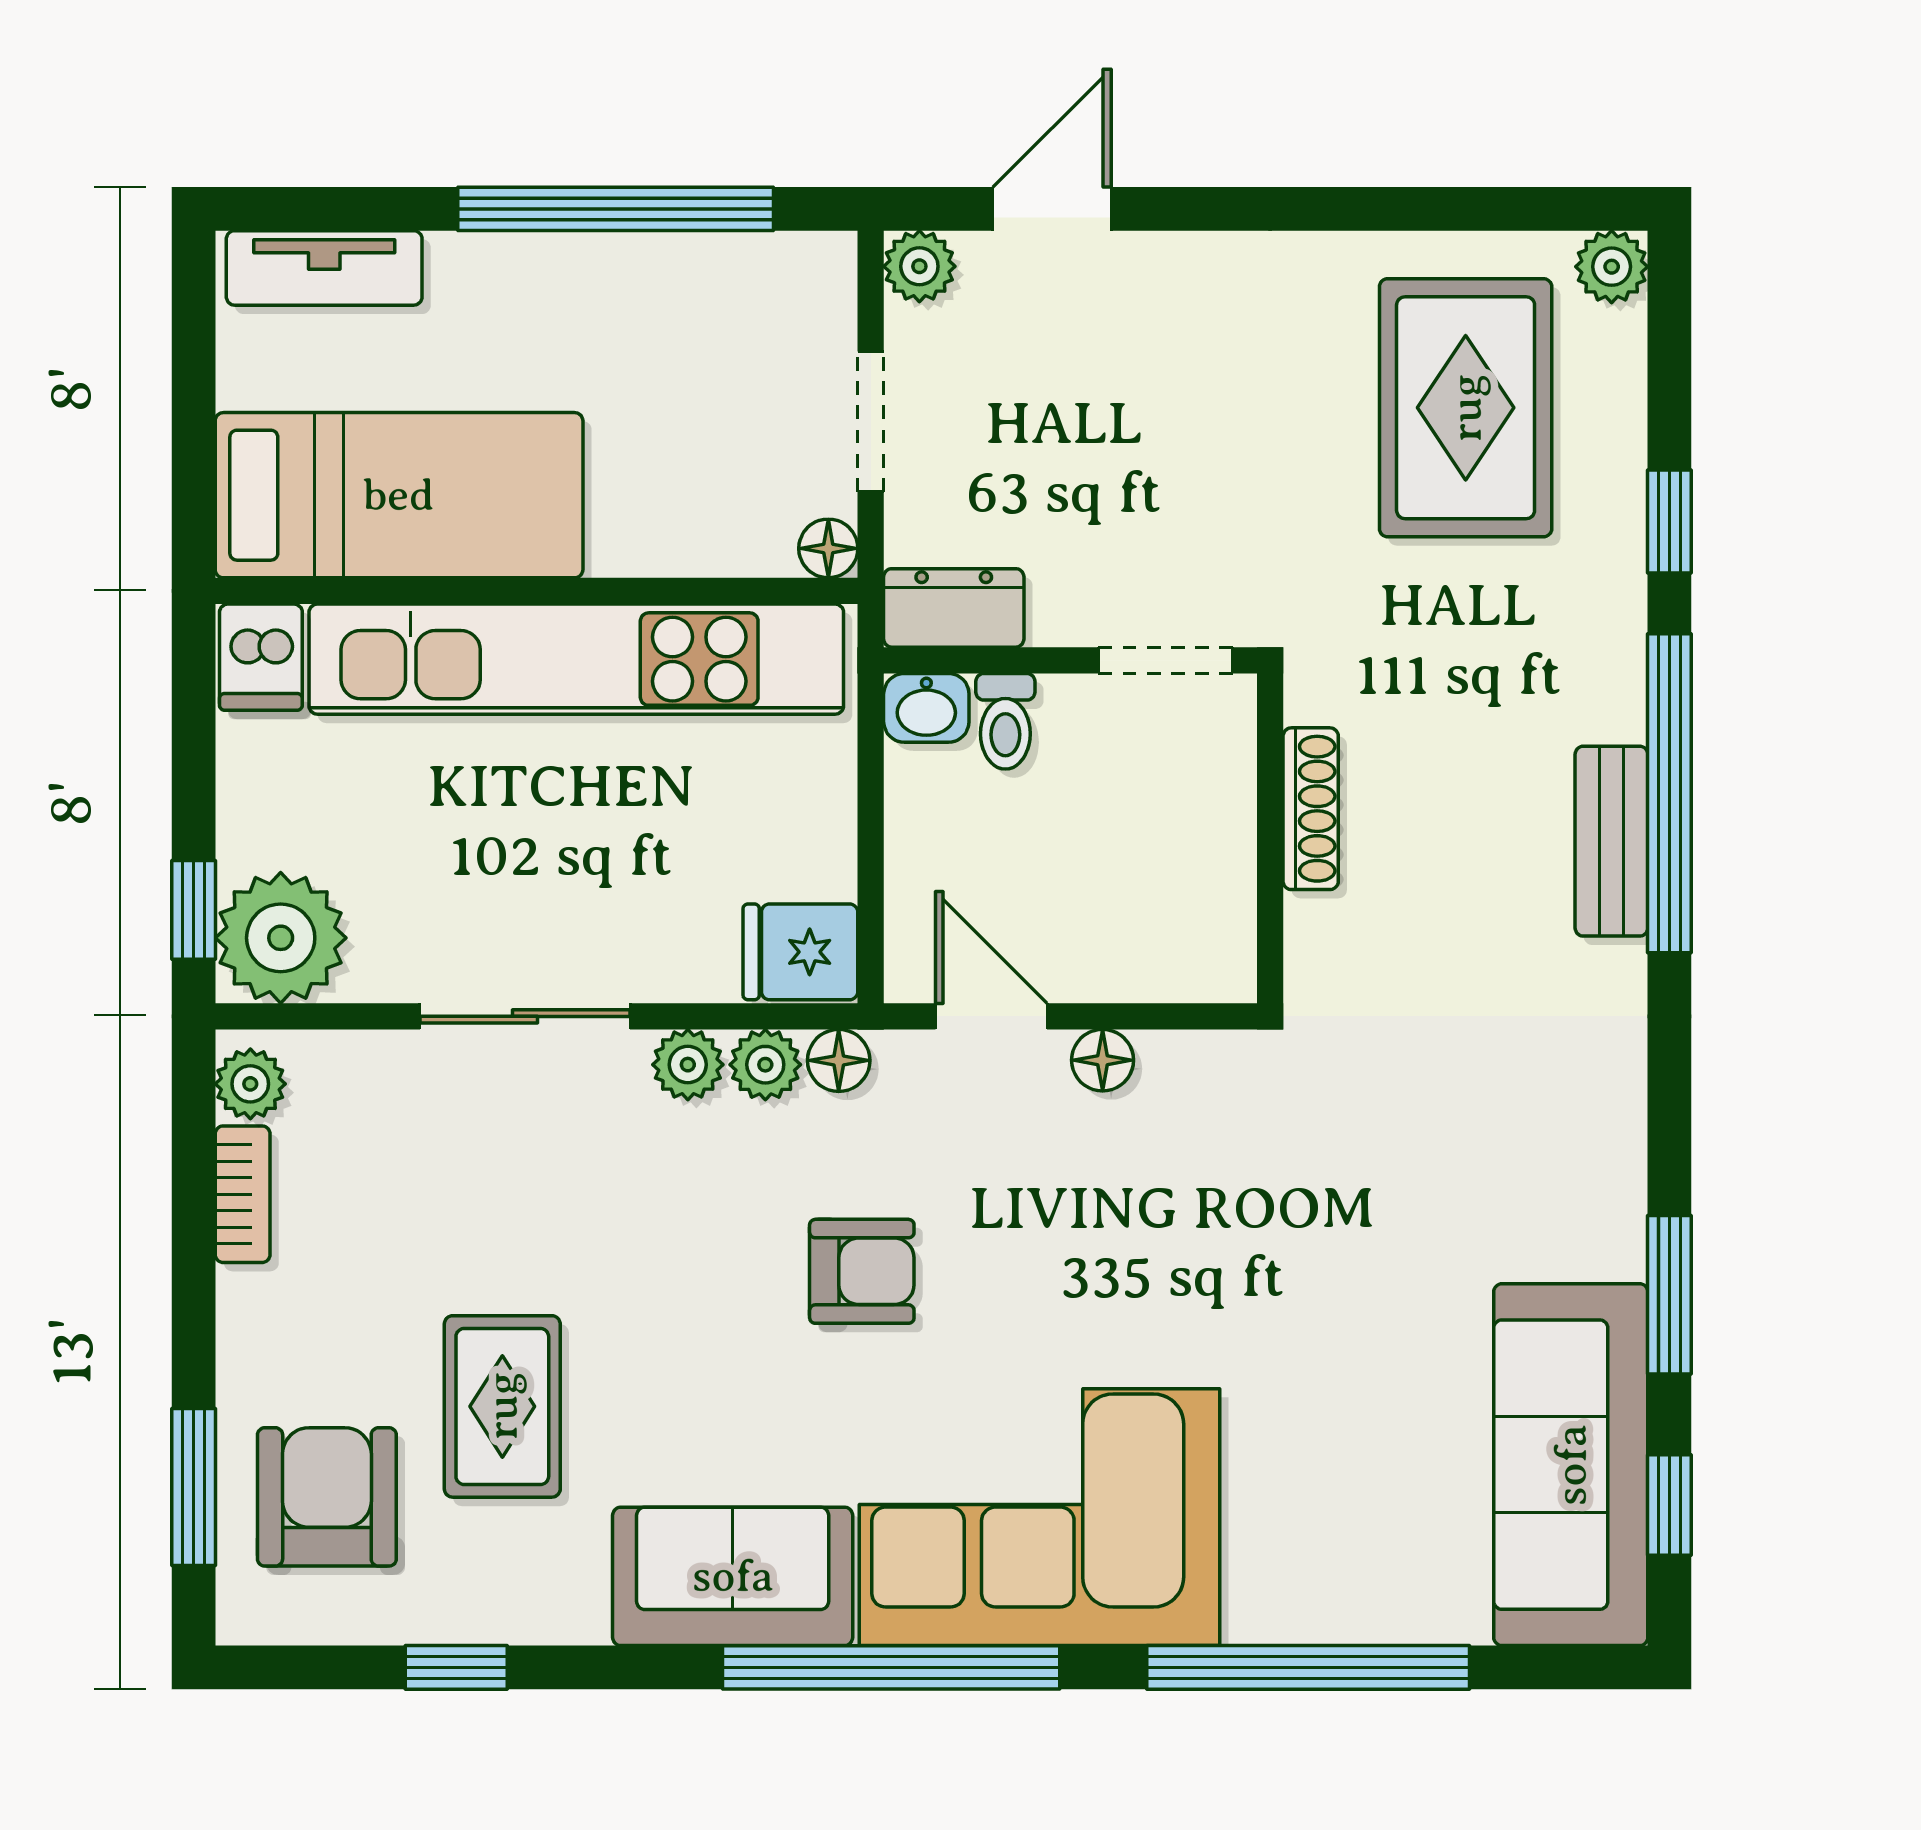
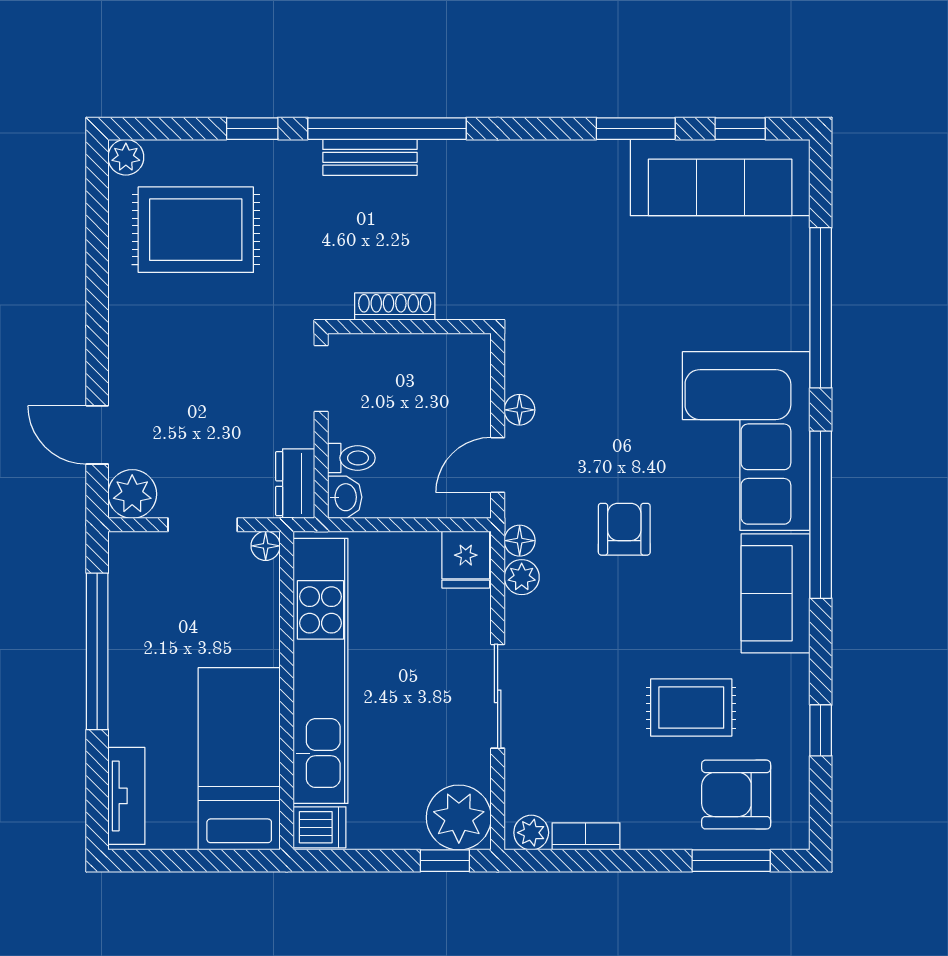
plant: (919, 266) -> (132, 494), width x1.38, depth x1.38
bench: (1611, 841) -> (370, 157), moved
plant: (688, 1065) -> (522, 616), removed

